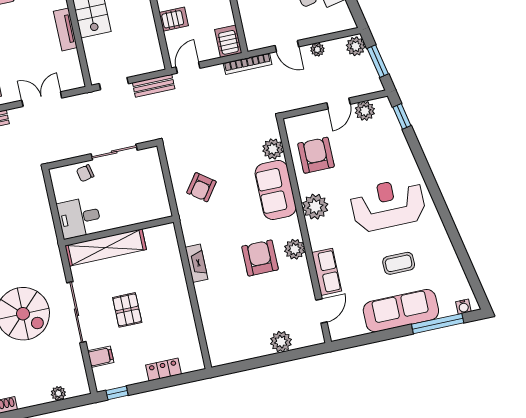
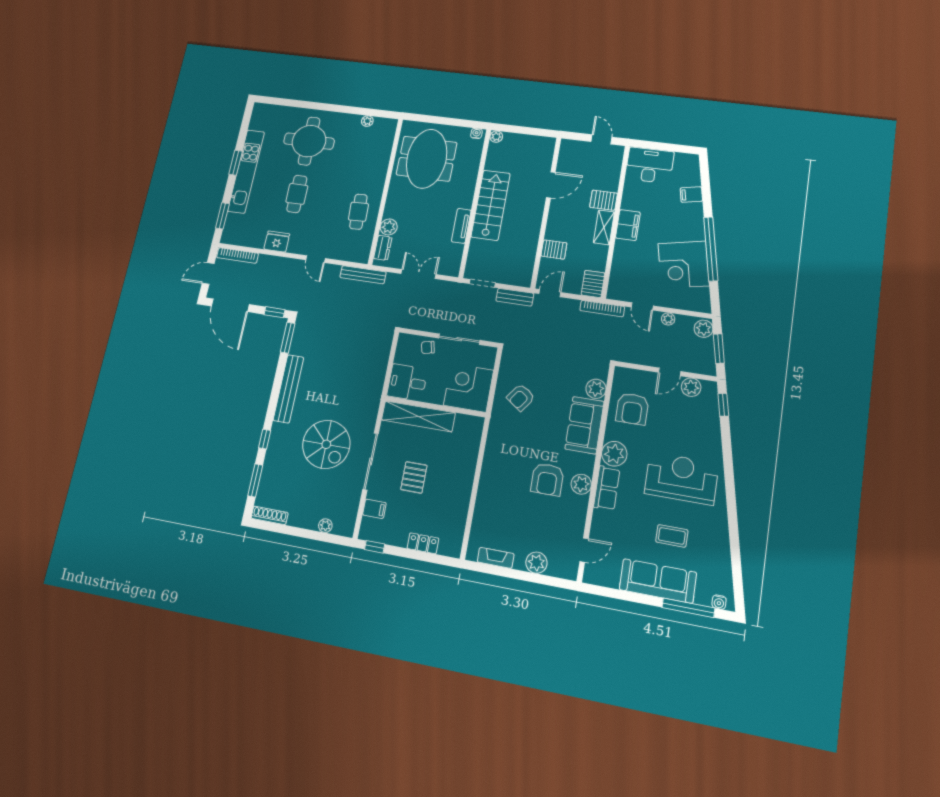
armchair: (316, 155) -> (632, 409), turned 180
corner desk: (145, 198) -> (468, 388), added
armchair: (260, 258) -> (547, 479), turned 180
fireplace: (196, 263) -> (496, 558), moved, turned -90
row of seats: (327, 272) -> (607, 488), moved

